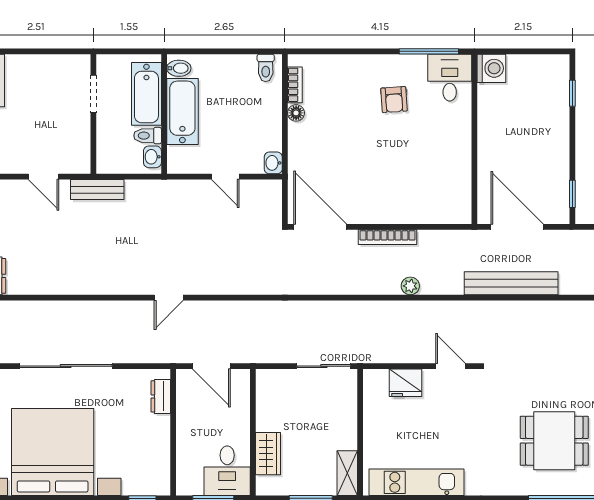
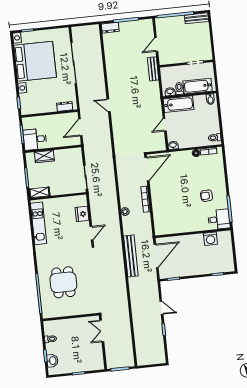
washing machine: (491, 68) -> (210, 239), moved
bathtub: (182, 111) -> (179, 104), moved

